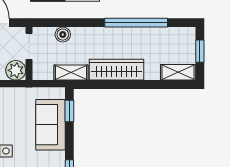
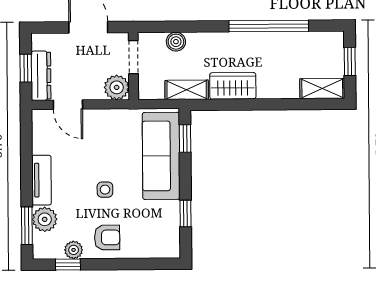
wardrobe: (116, 70) -> (233, 86), width x0.67
sofa: (50, 125) -> (161, 156), width x1.36

